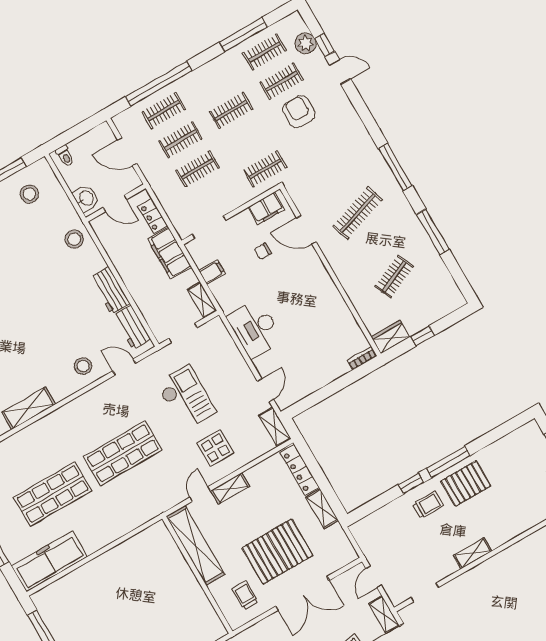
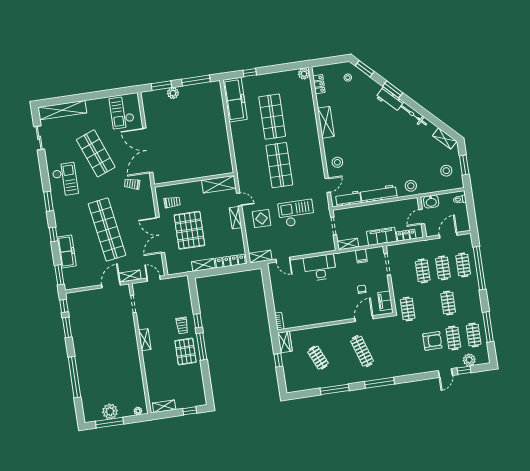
workbench: (110, 290) -> (379, 194), width x1.38
checkout: (186, 398) -> (296, 213), turned 180
shelving: (195, 545) -> (219, 184), width x0.68

